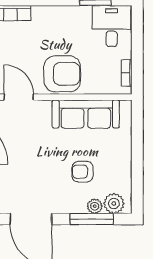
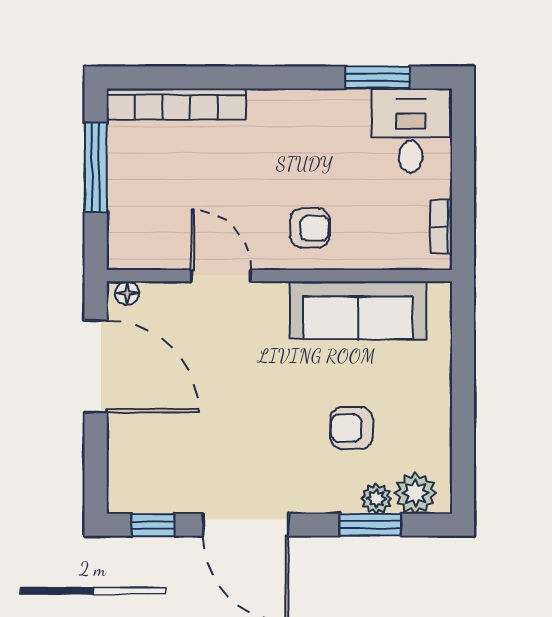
armchair: (62, 74) -> (310, 228), width x0.53, depth x0.53
window: (92, 219) -> (370, 525), width x0.69

